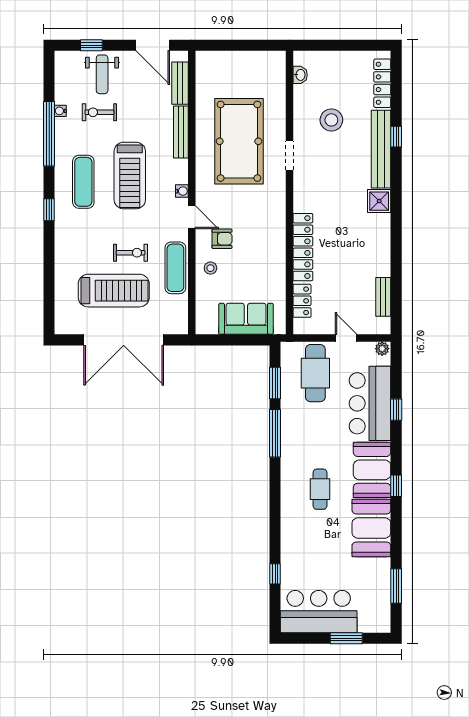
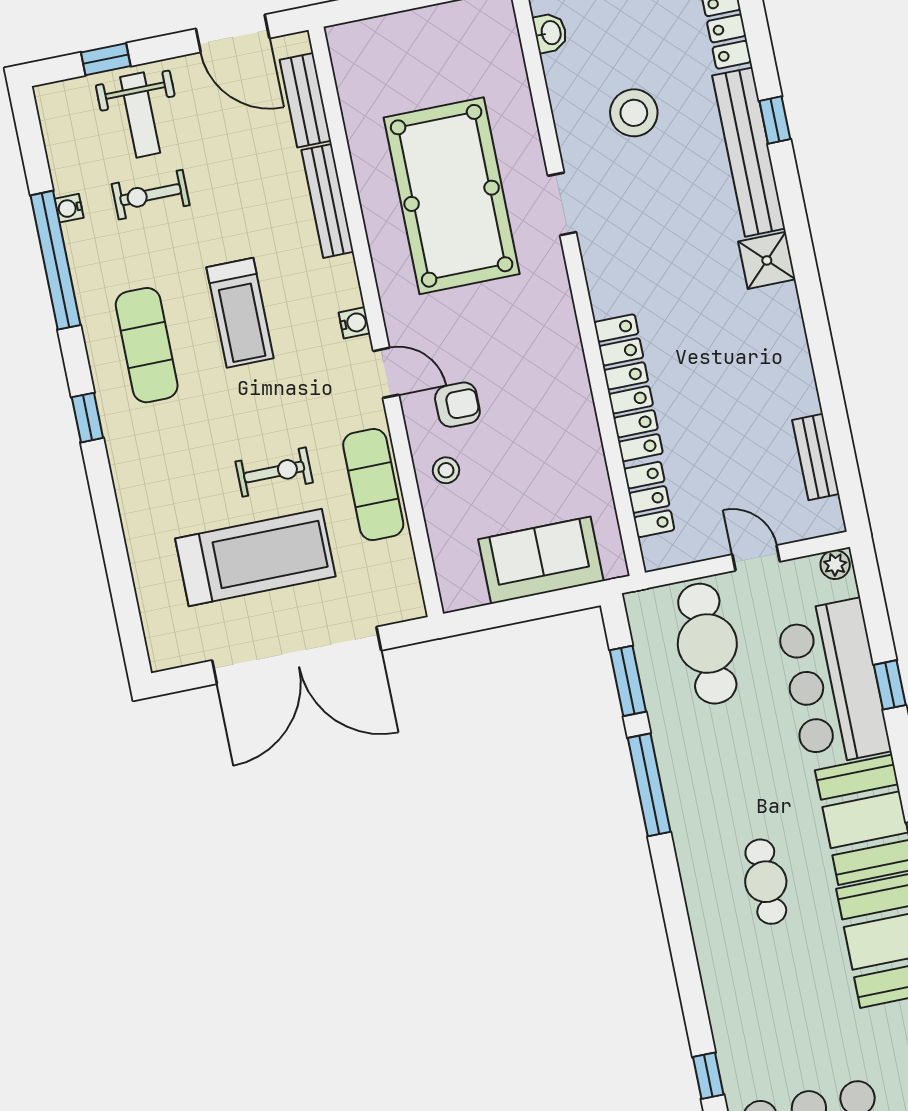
treadmill: (130, 176) -> (240, 313), width x0.73, depth x0.73

